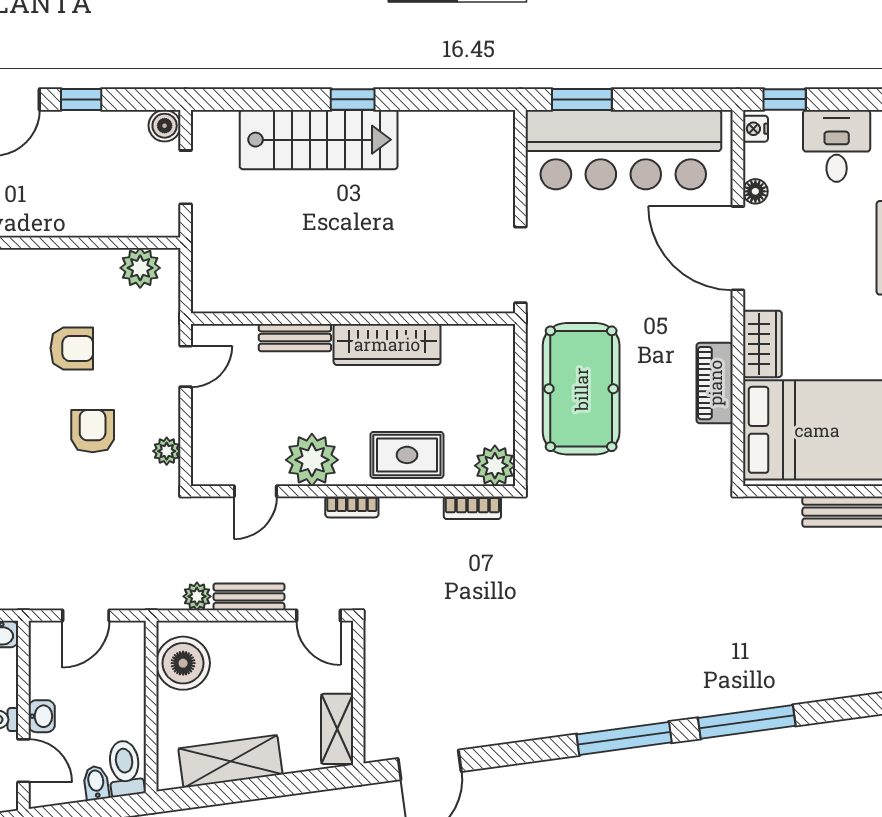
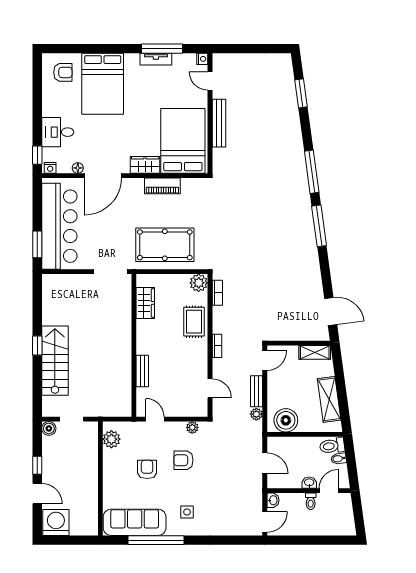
wardrobe: (387, 344) -> (145, 303), moved, width x0.67
plant: (312, 460) -> (196, 363), removed

